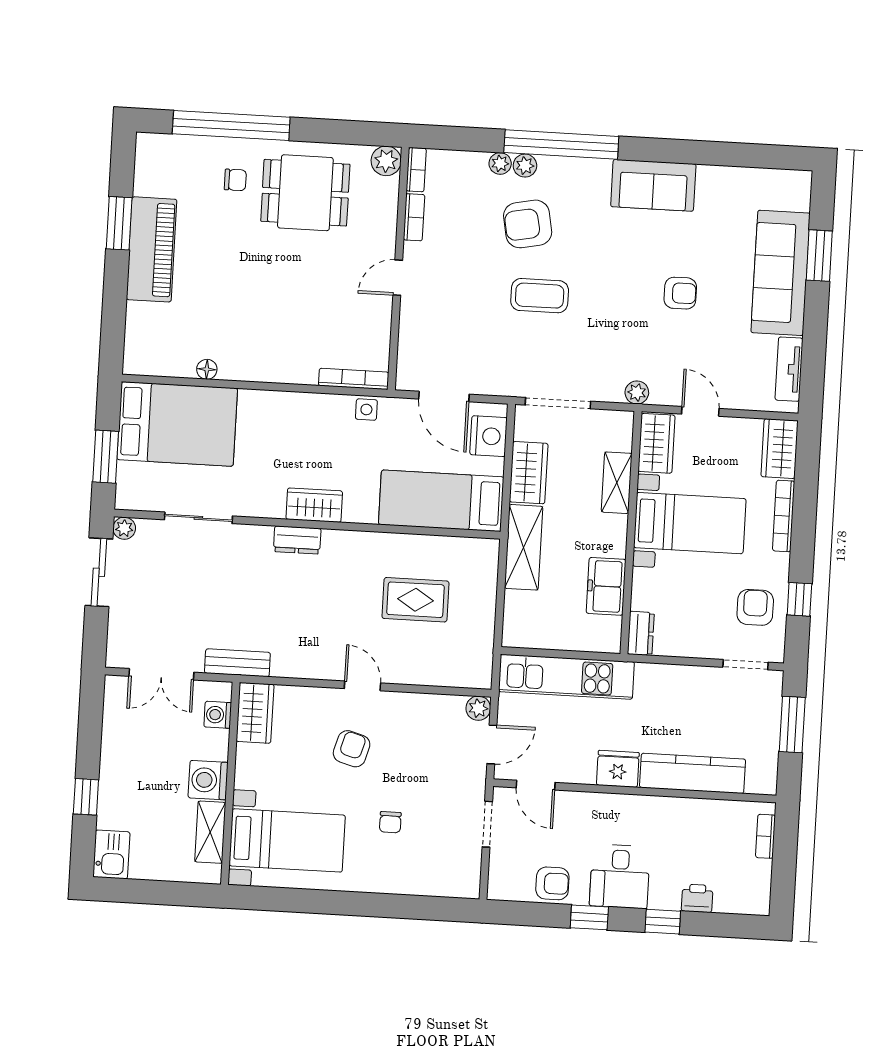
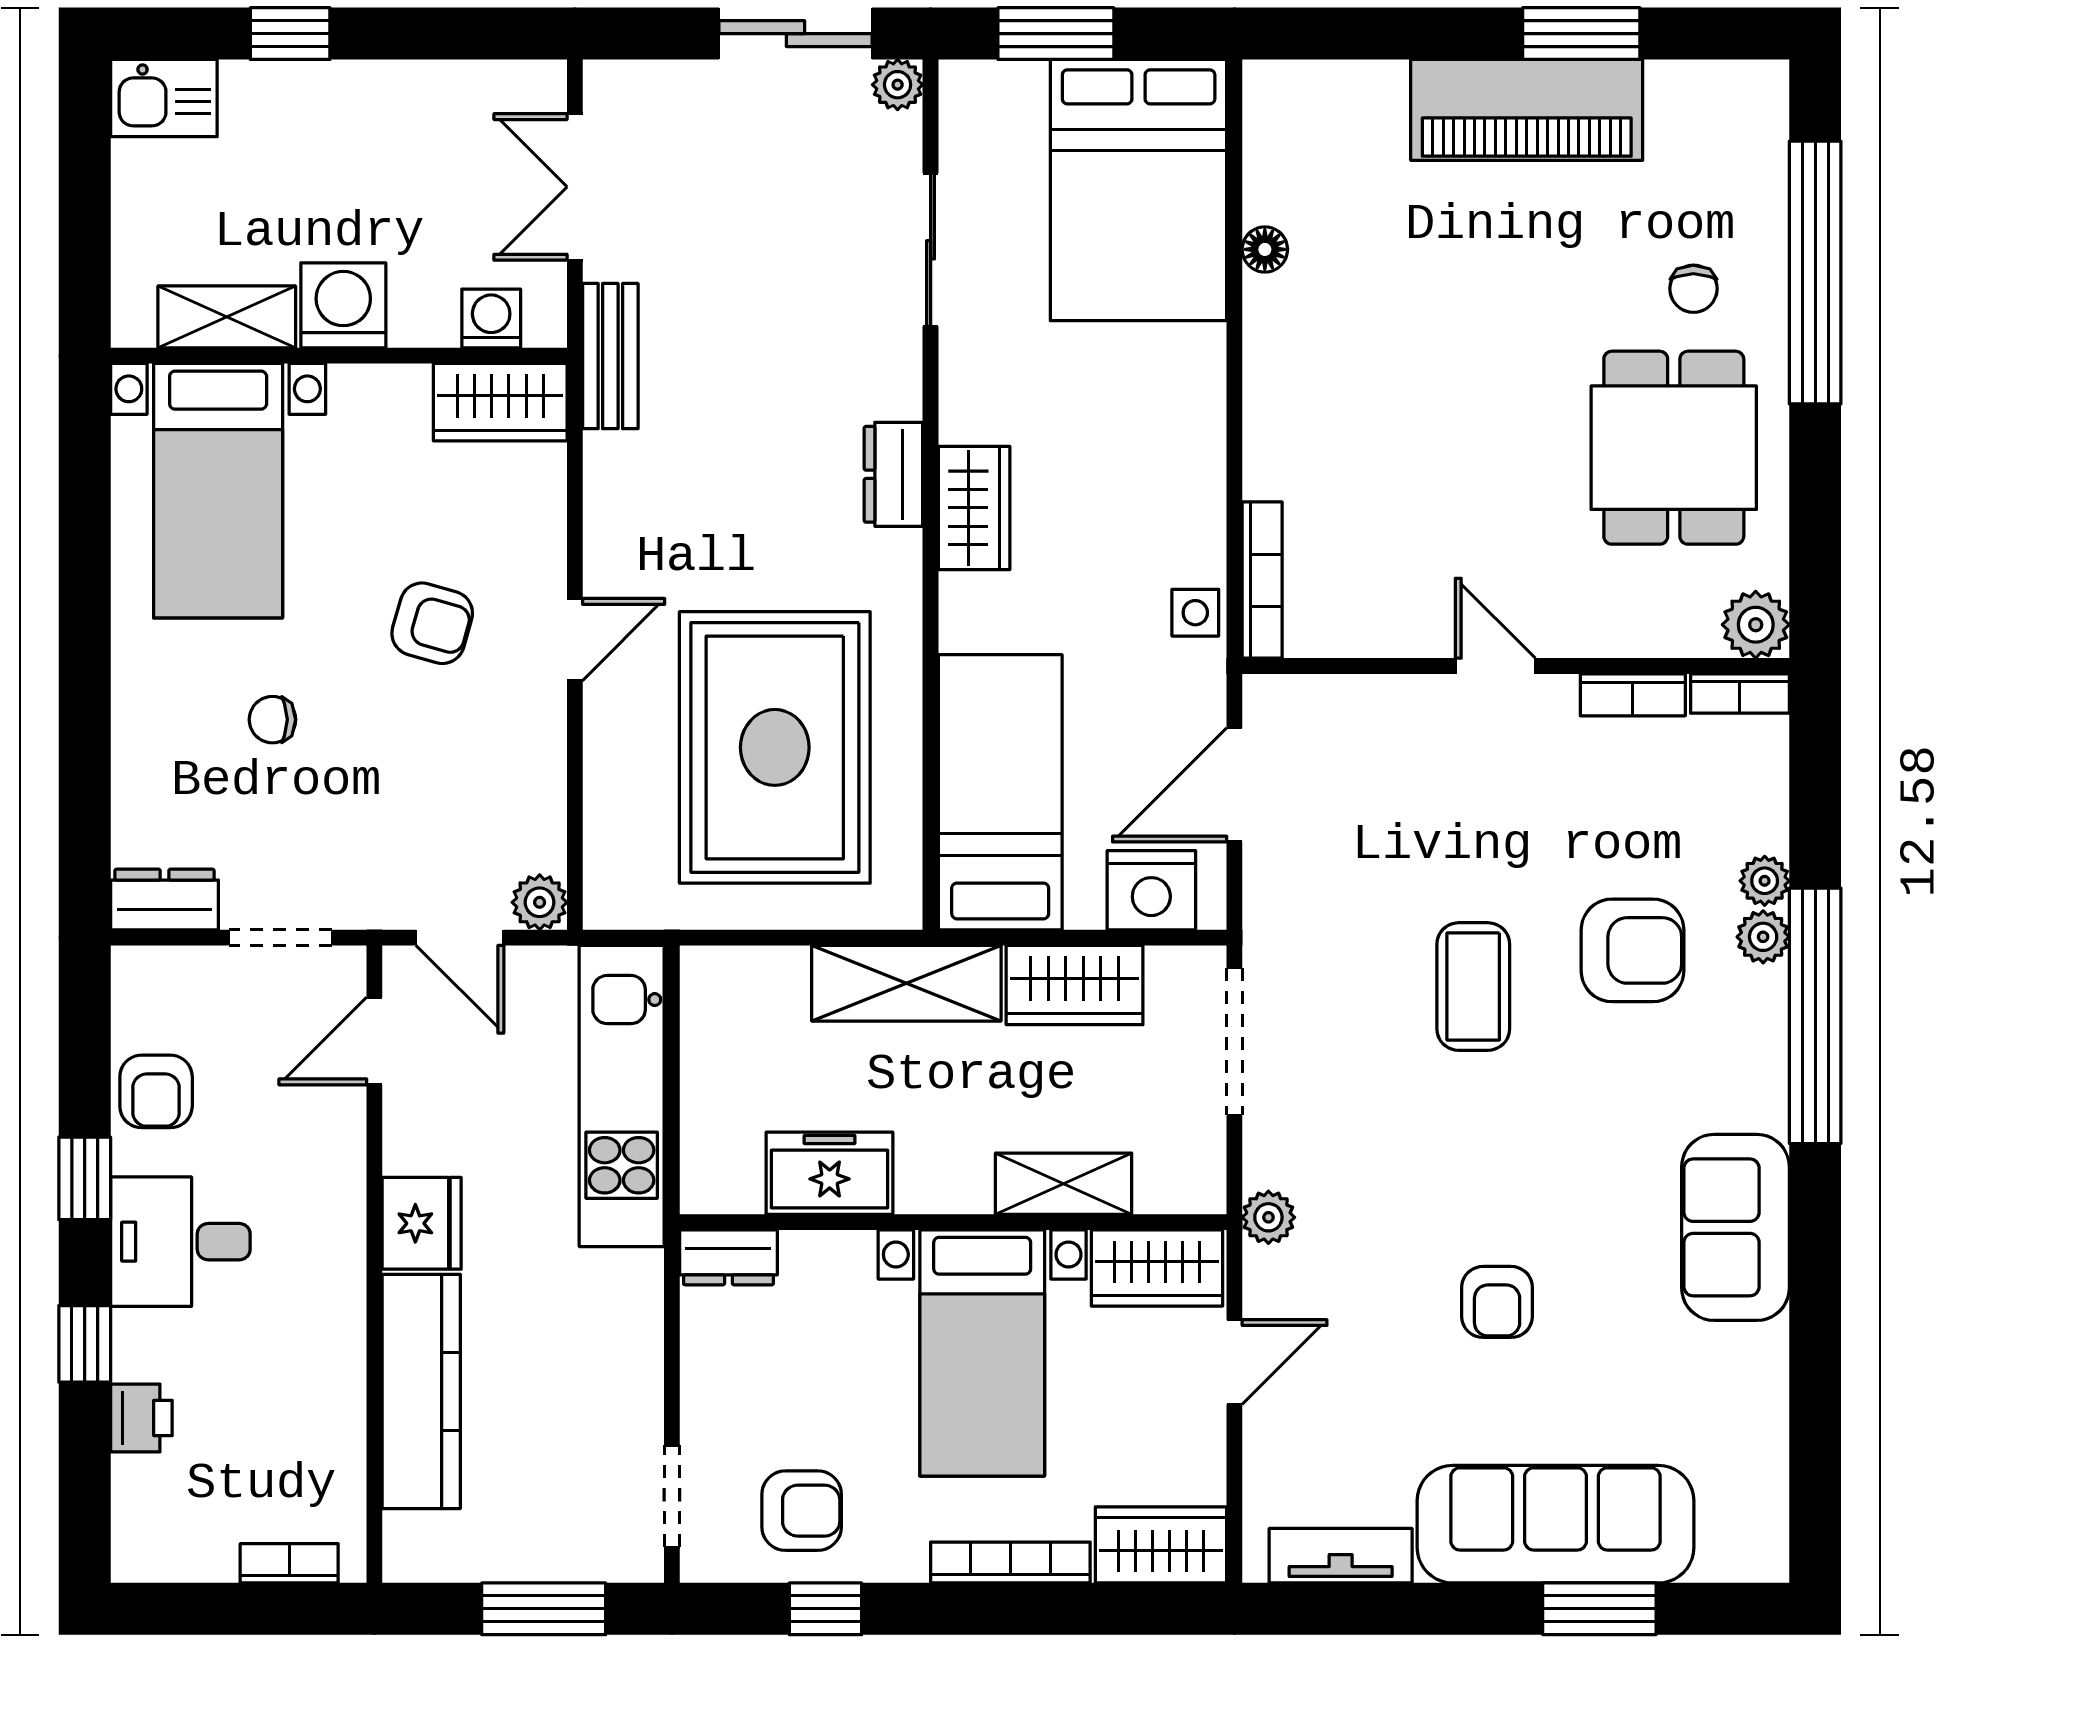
armchair: (528, 224) -> (1632, 950), turned 101
rug: (415, 600) -> (775, 747), width x1.86, depth x2.06
dresser: (467, 875) -> (164, 899), added

